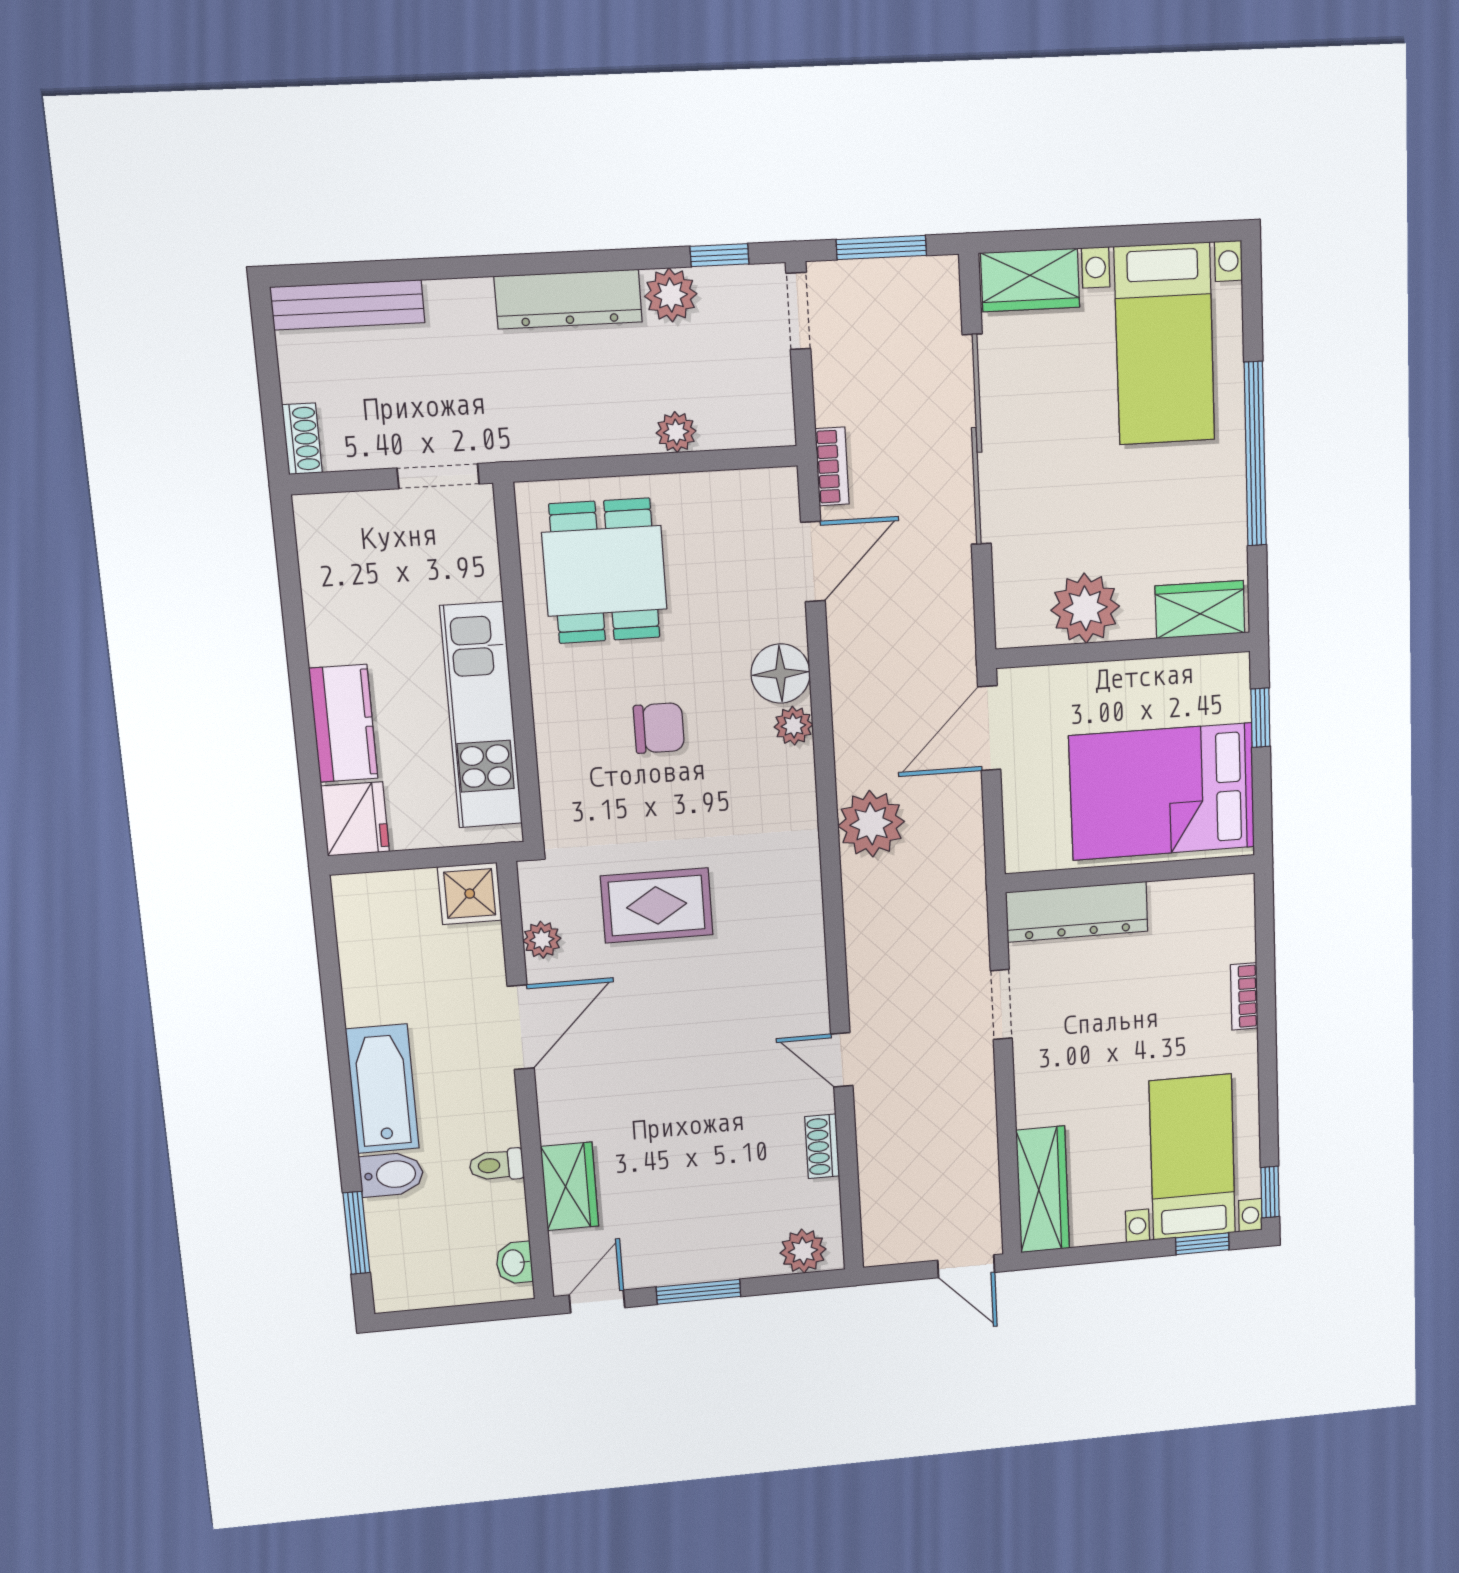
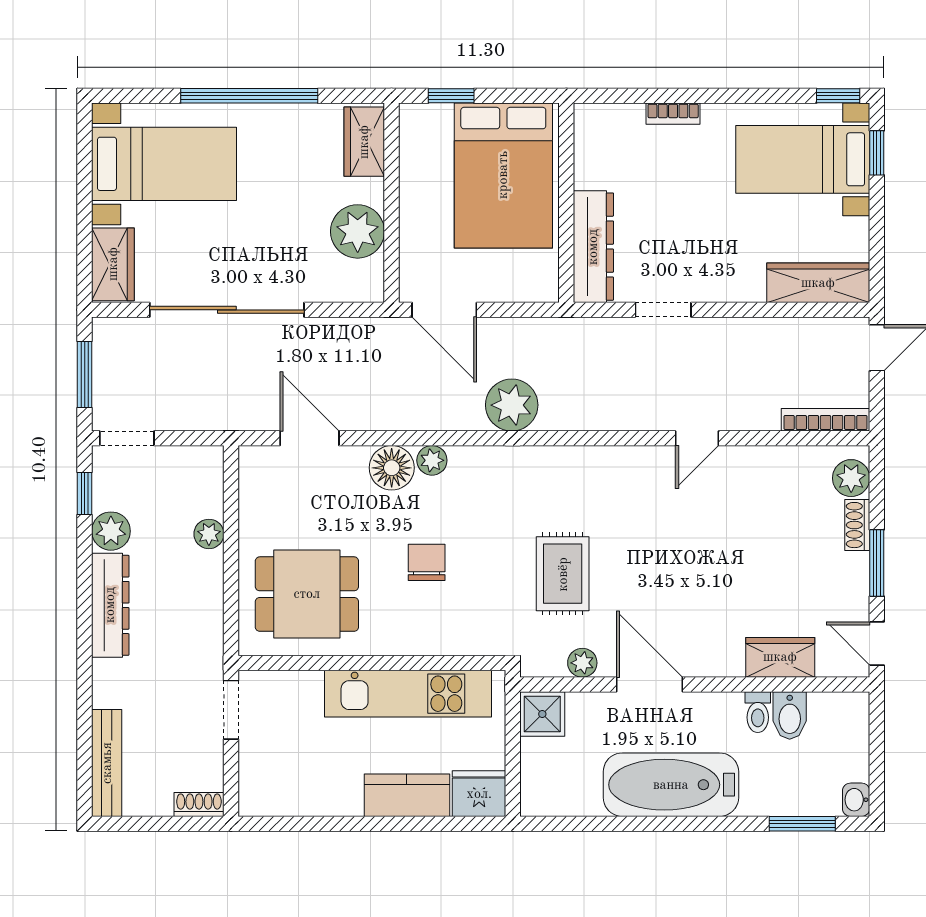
bookcase: (832, 466) -> (826, 420), moved, width x1.56
bathtub: (382, 1089) -> (671, 785), width x1.36, depth x1.36
shoe rack: (822, 1146) -> (857, 525), moved, turned 90
bidet: (392, 1175) -> (790, 715), moved, turned 180
washbasin: (514, 1263) -> (856, 800), moved, turned 90

